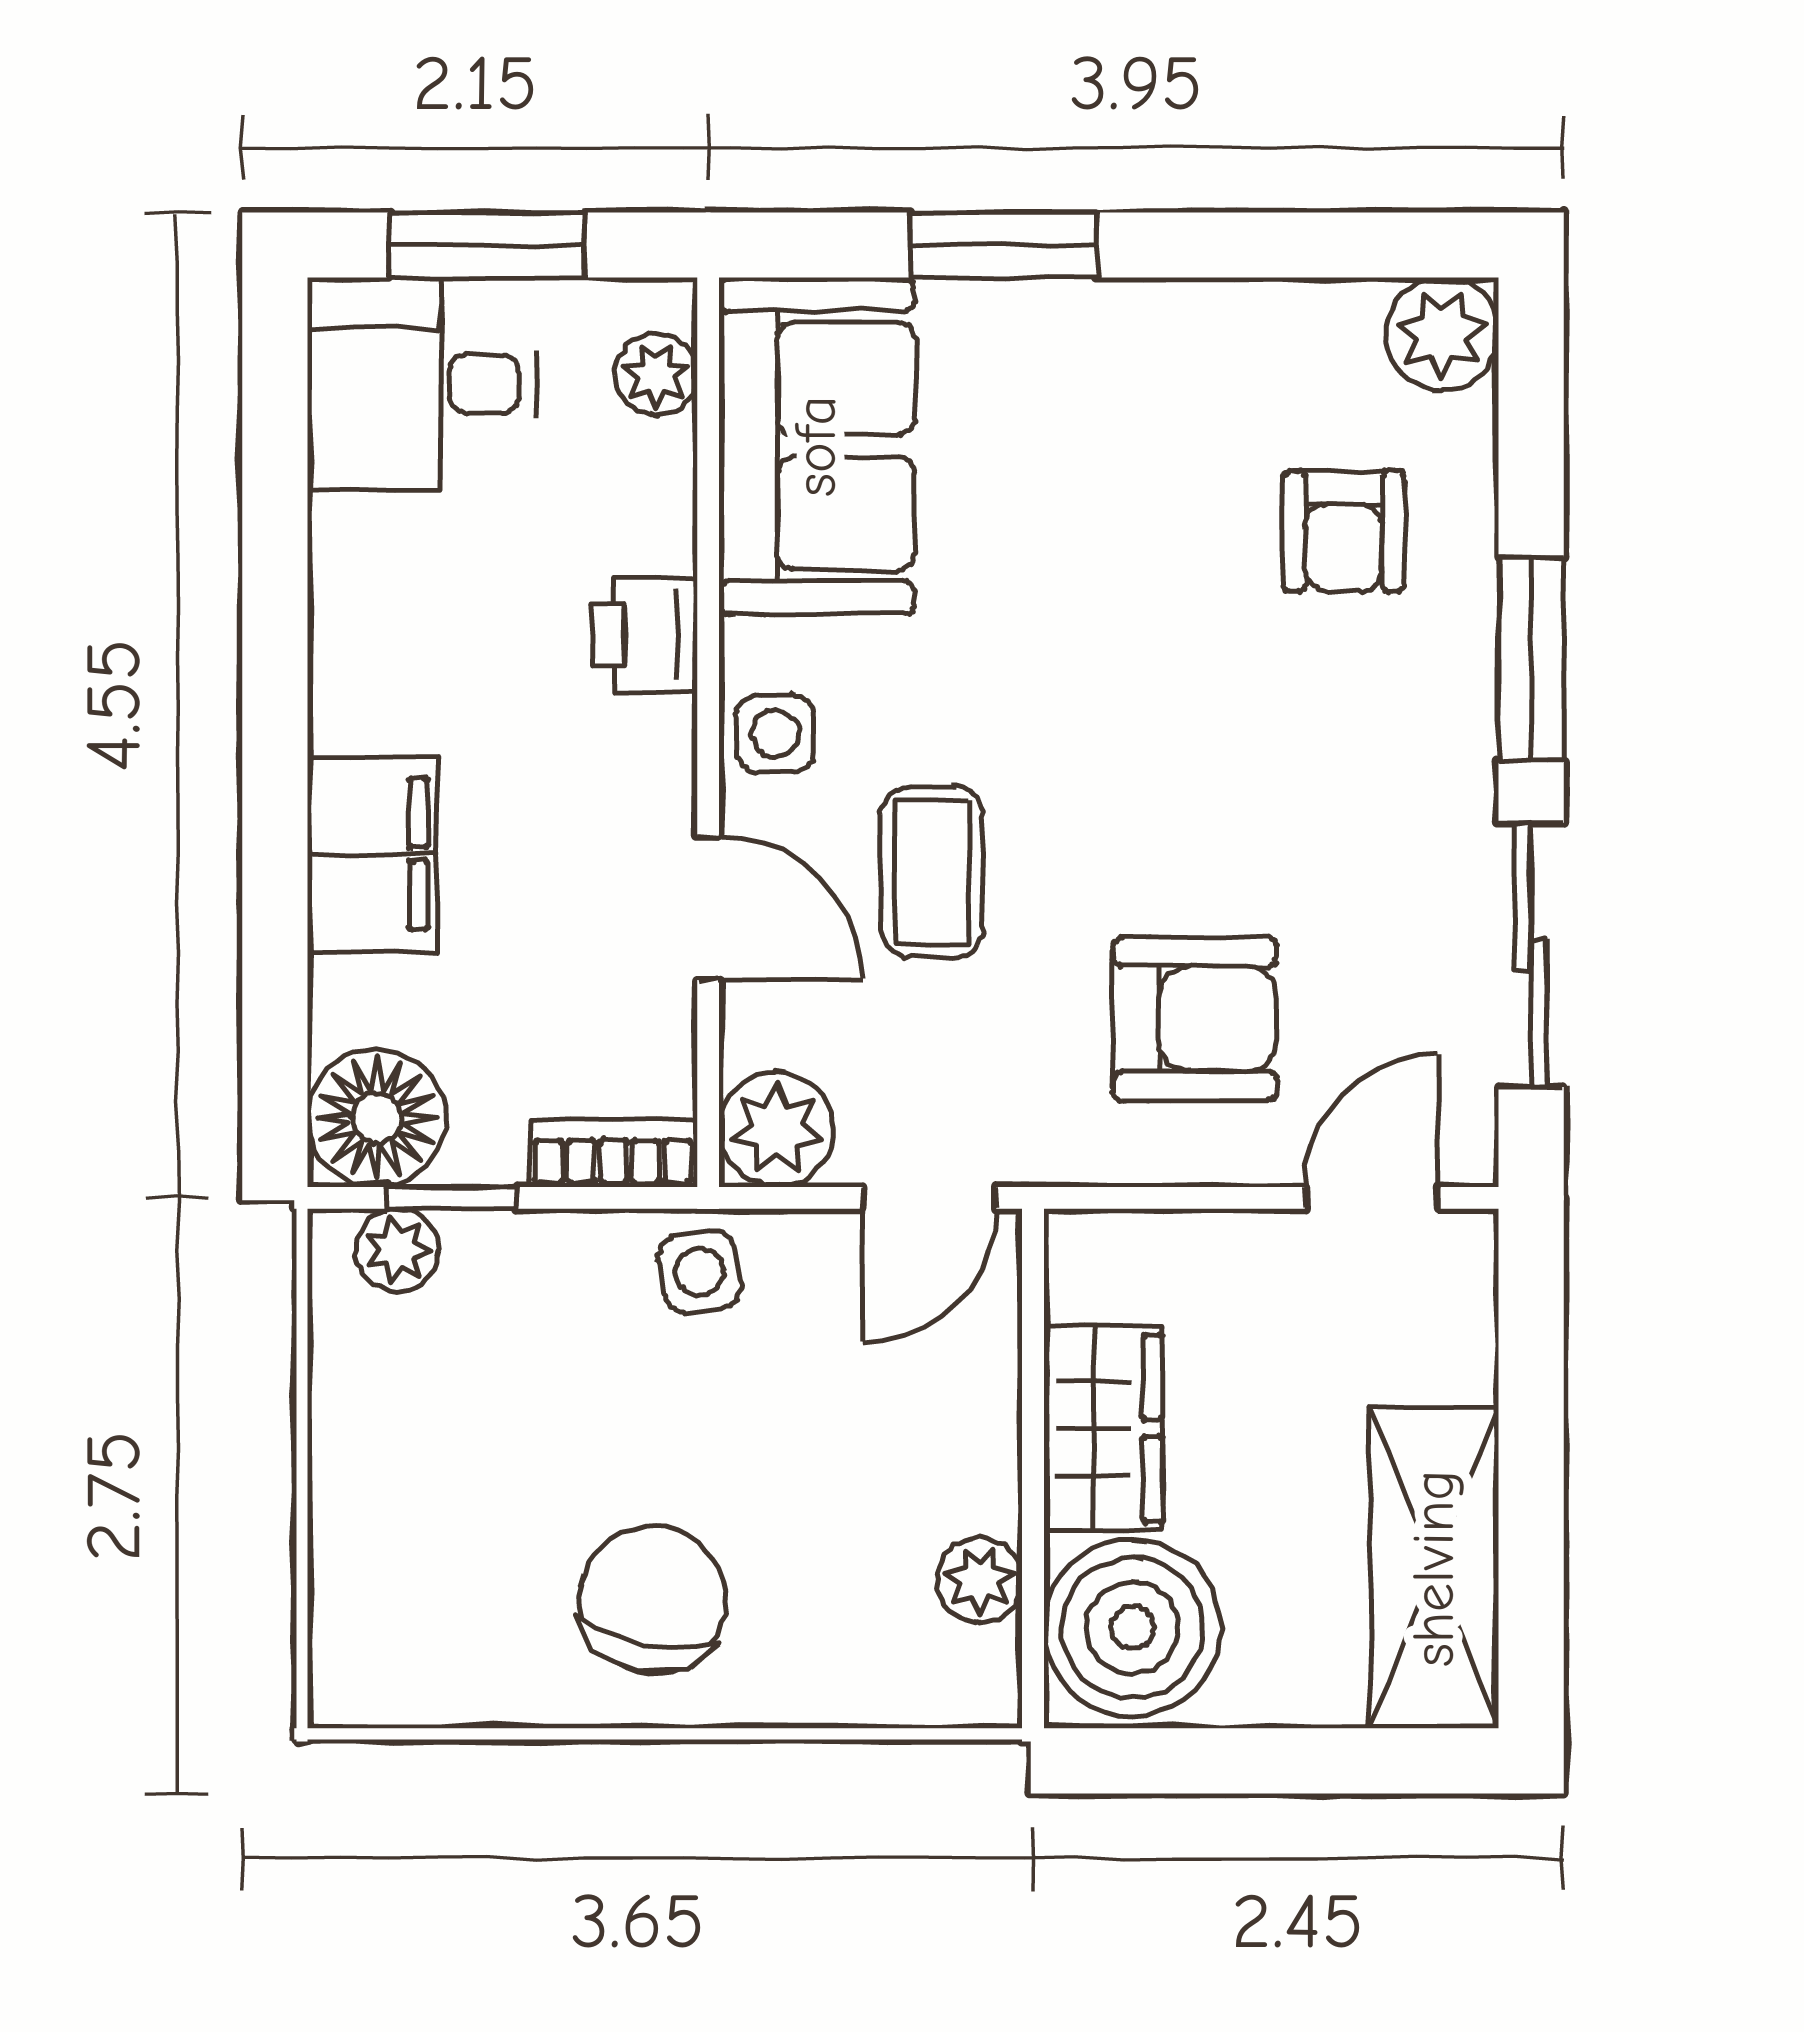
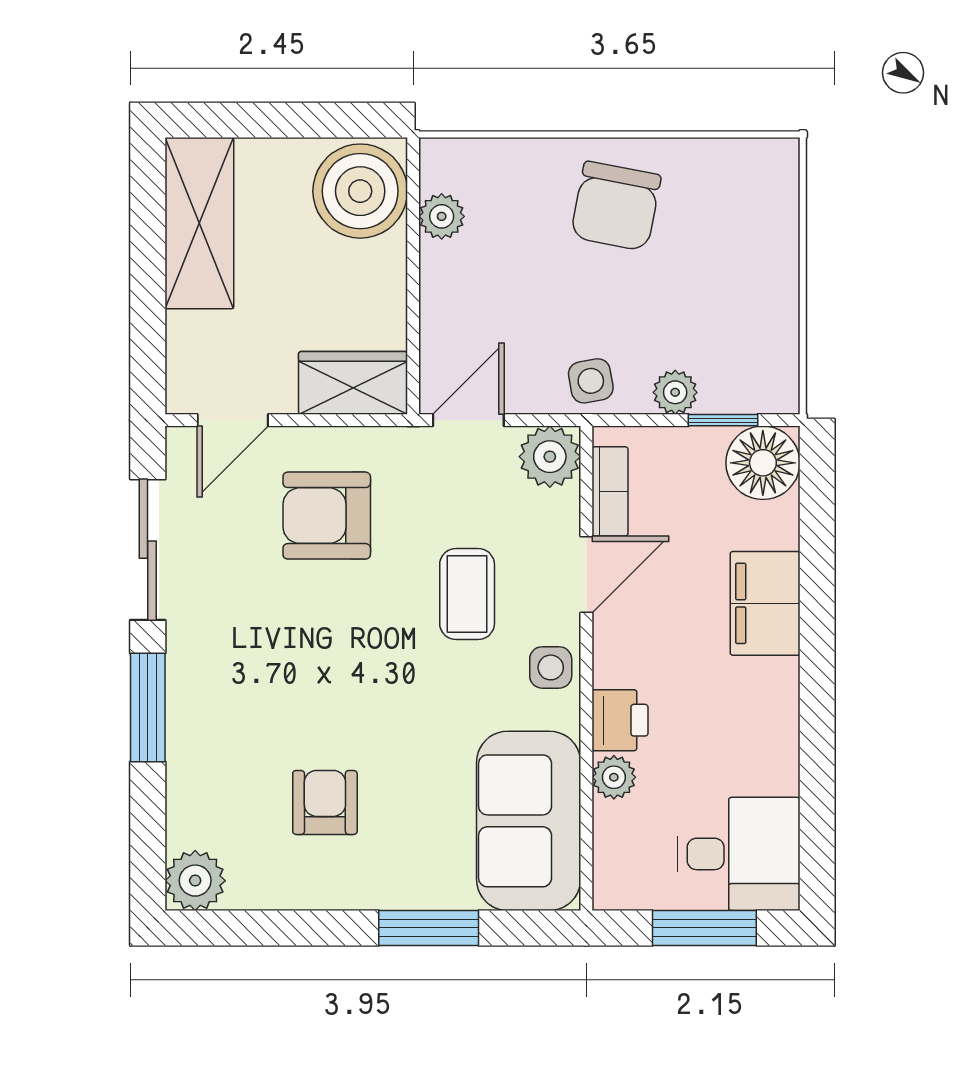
plant: (656, 375) -> (614, 777), moved
armchair: (1344, 531) -> (325, 802), moved
door: (708, 908) -> (586, 575), swing flipped
bookcase: (613, 1153) -> (610, 491), moved, turned -90
plant: (397, 1250) -> (675, 392), moved
wardrobe: (1103, 1428) -> (353, 383), moved, turned 90

